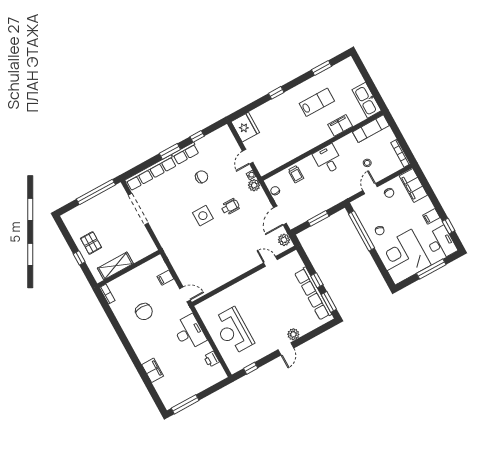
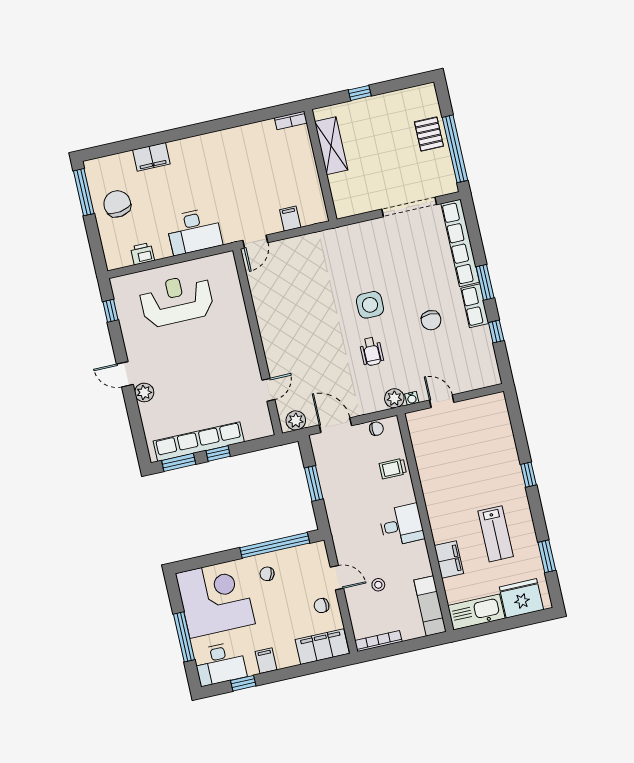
fridge: (245, 127) -> (521, 598), moved, turned 180
pallet: (91, 243) -> (429, 134), moved, turned 90
chair: (144, 312) -> (117, 204), moved, turned 81

